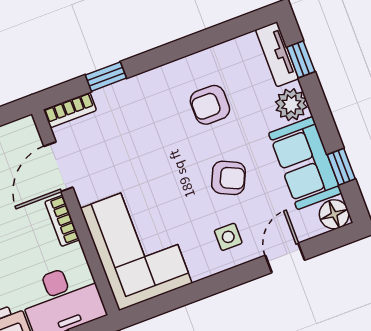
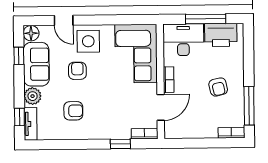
armchair: (228, 178) -> (77, 71), turned 65
side table: (228, 237) -> (88, 41), width x1.87, depth x1.87
door: (285, 258) -> (64, 20), hinge flipped

